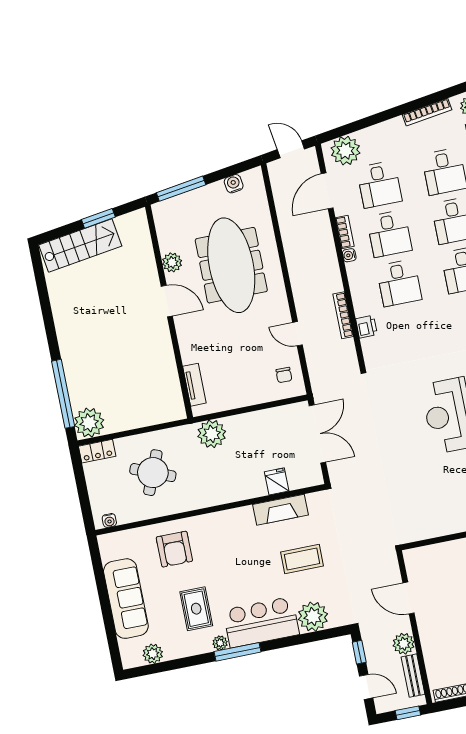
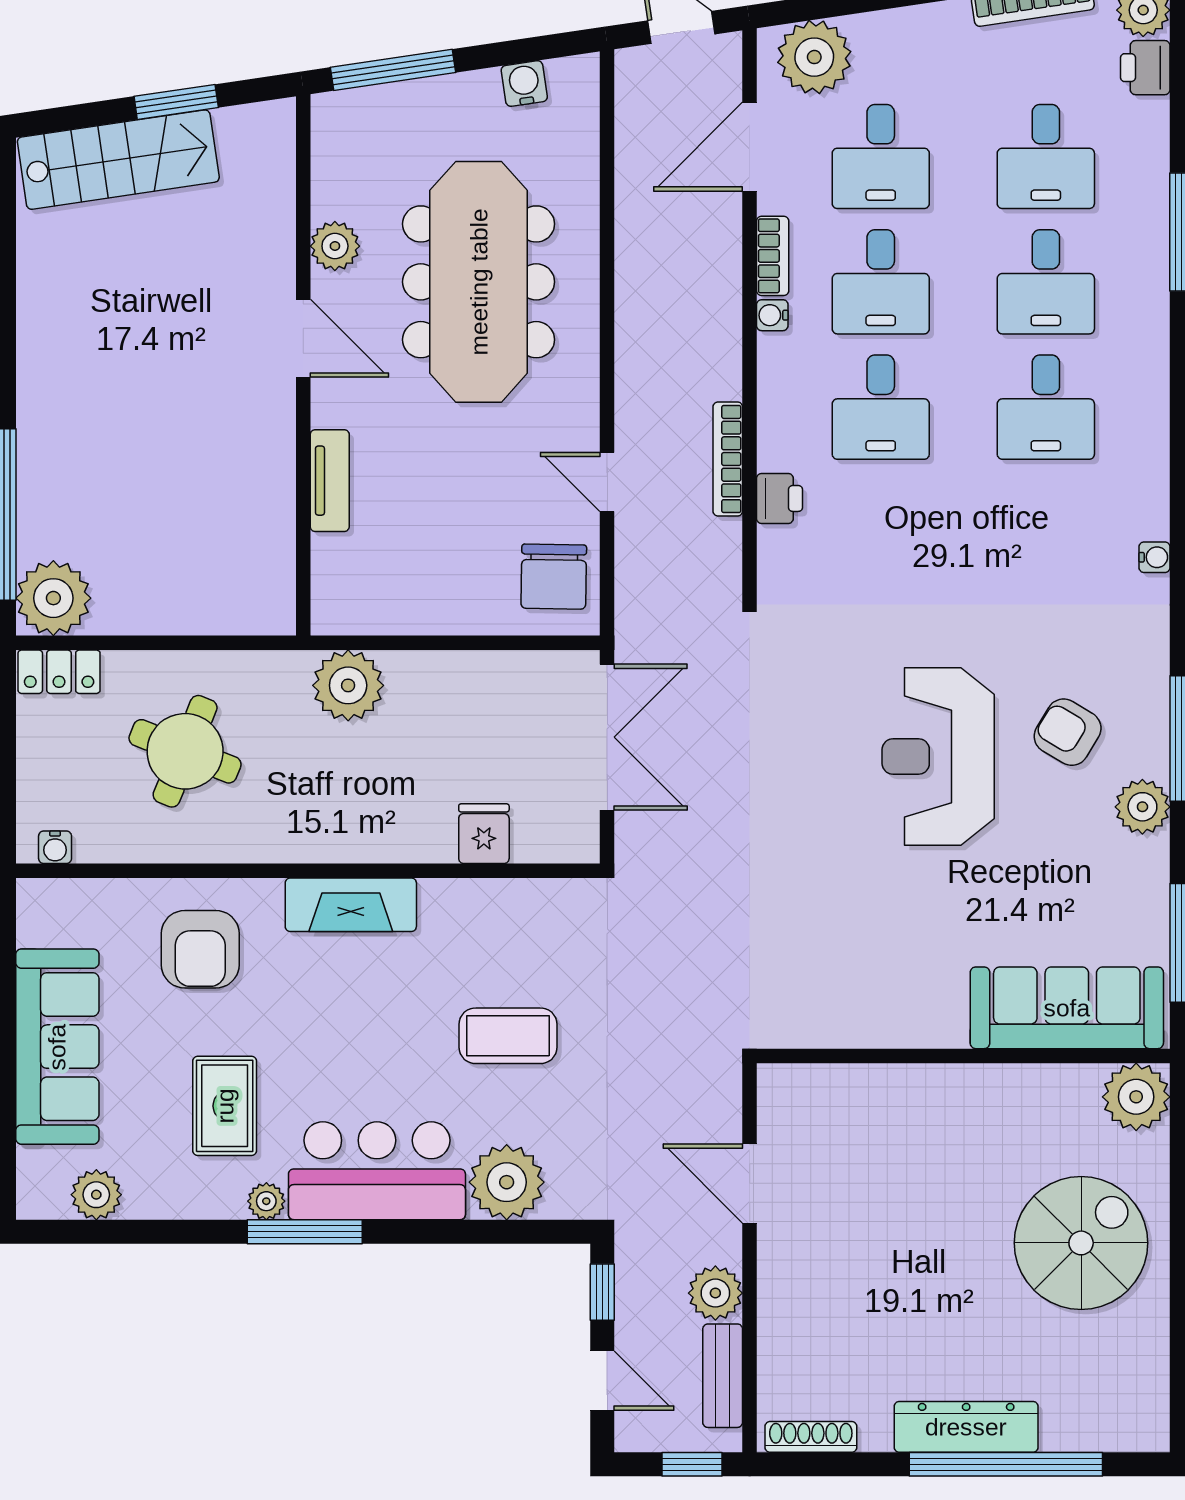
chair: (284, 375) -> (554, 577), width x1.87, depth x1.87
tv unit: (194, 385) -> (330, 481), moved
fireplace: (280, 510) -> (351, 905), moved

